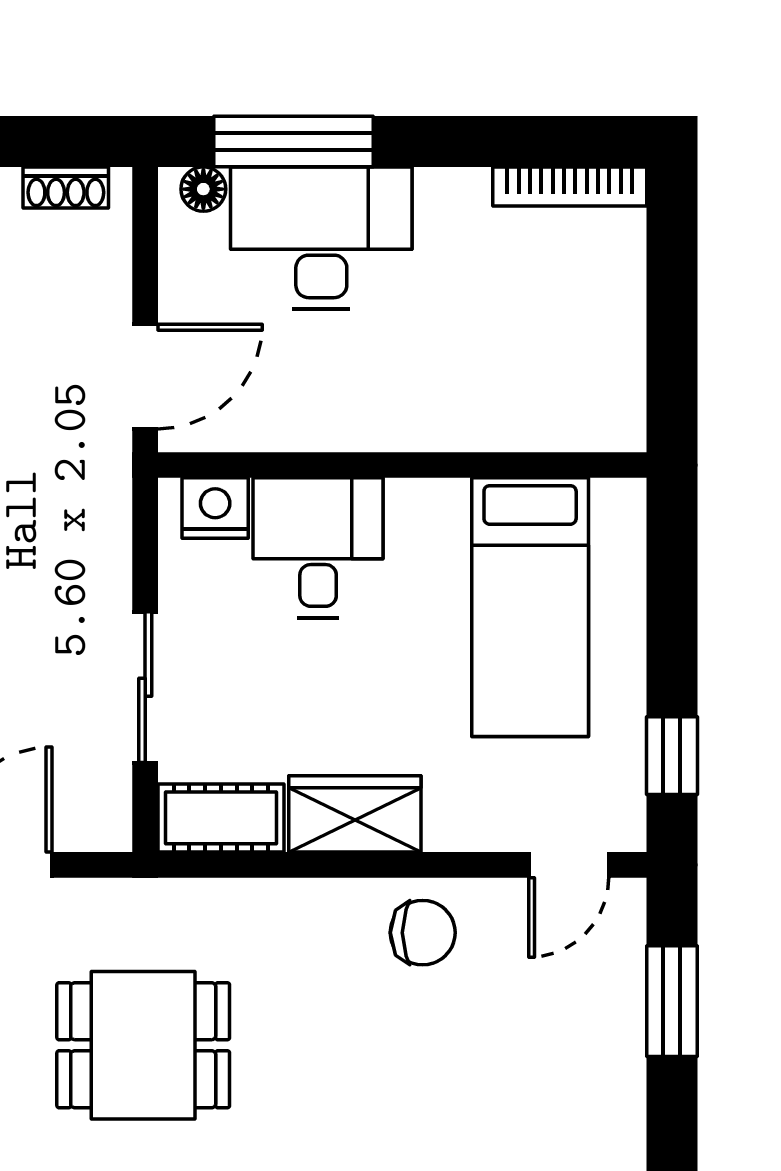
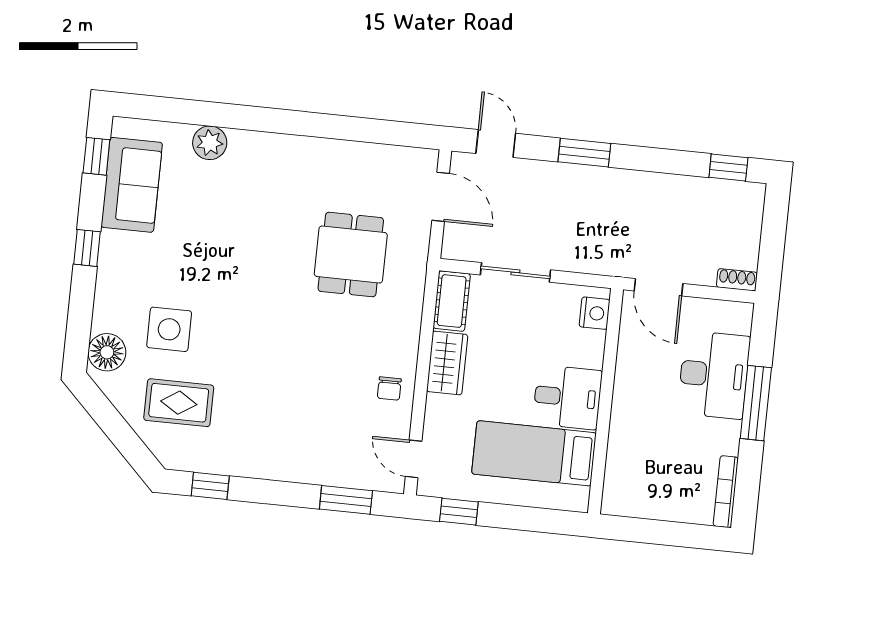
window: (294, 141) -> (756, 403), moved
shoe rack: (66, 187) -> (737, 280), moved, turned 90
floor lamp: (203, 189) -> (742, 323), removed
desk: (318, 548) -> (567, 397), moved
chair: (423, 933) -> (389, 388), width x0.73, depth x0.73

